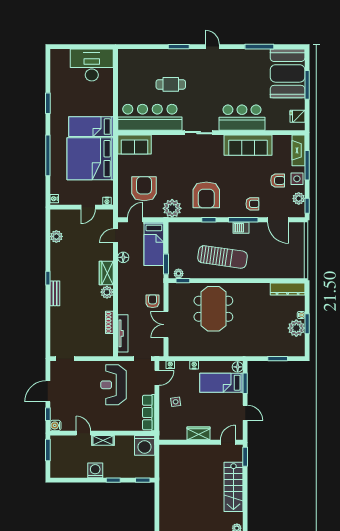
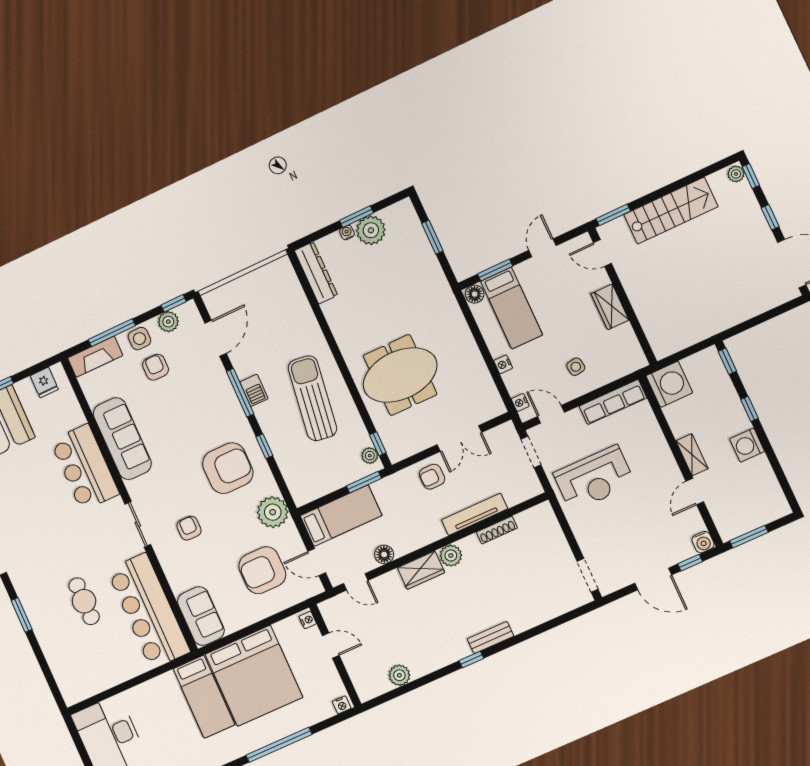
armchair: (252, 204) -> (189, 528), moved
tv unit: (123, 333) -> (475, 514), moved

